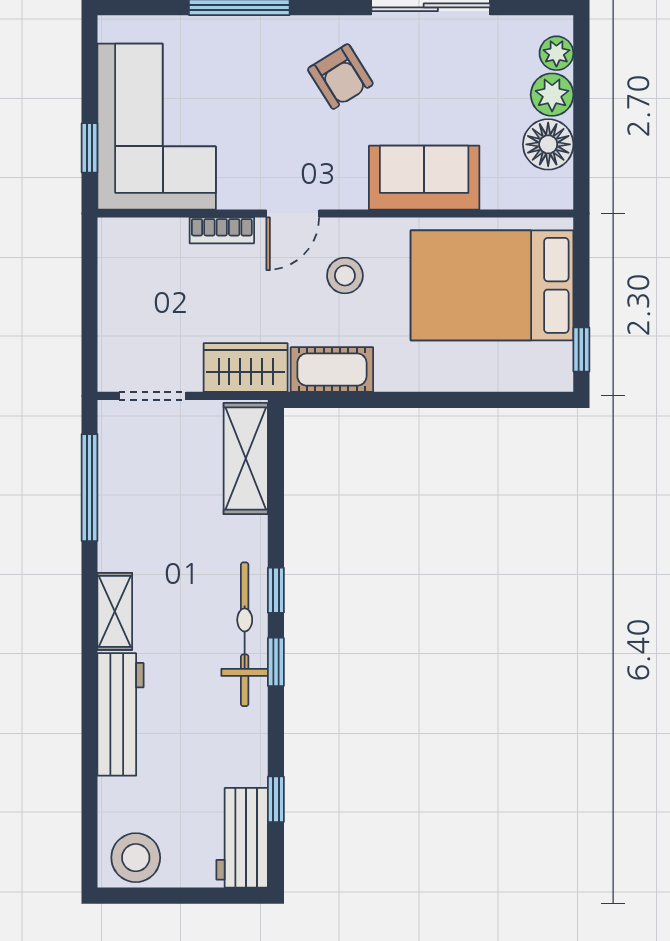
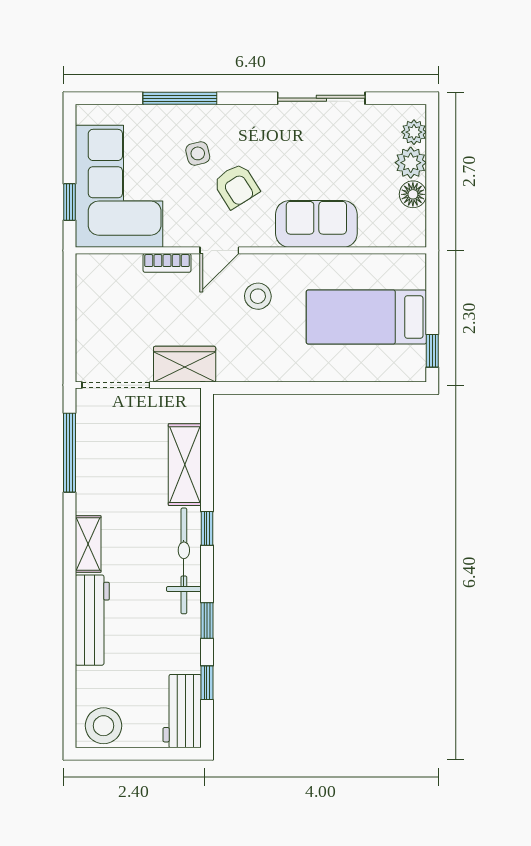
armchair: (340, 77) -> (236, 186), moved
side table: (263, 82) -> (198, 153), added
floor lamp: (548, 144) -> (413, 194), width x0.73, depth x0.73
bed: (492, 285) -> (366, 317), width x0.67
cot: (332, 370) -> (248, 366), removed
doorway: (152, 396) -> (116, 385), width x1.38
shelving: (246, 459) -> (185, 465), moved
window: (276, 662) -> (207, 621), moved

